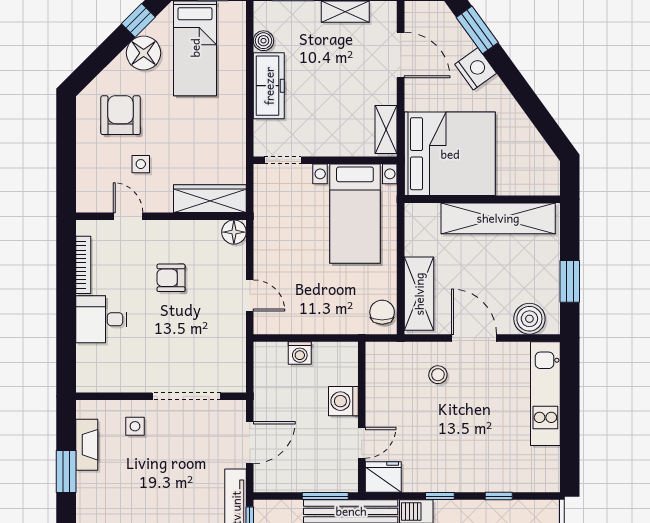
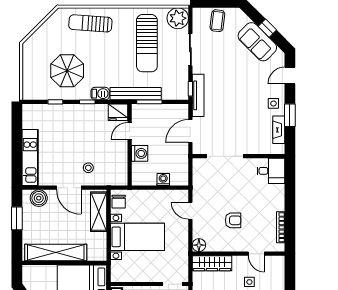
bed with nightstands: (355, 214) -> (137, 237), moved, turned 90
desk: (101, 319) -> (271, 171), moved
side table: (135, 426) -> (273, 103), moved

